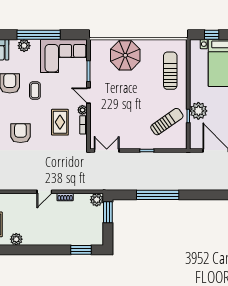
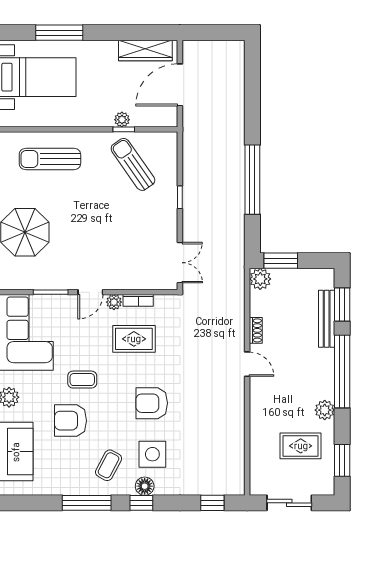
plant: (198, 111) -> (122, 120), width x0.53, depth x0.53
double door: (107, 150) -> (180, 263), swing flipped
bench: (72, 240) -> (327, 319), added
window: (40, 250) -> (342, 371), added

